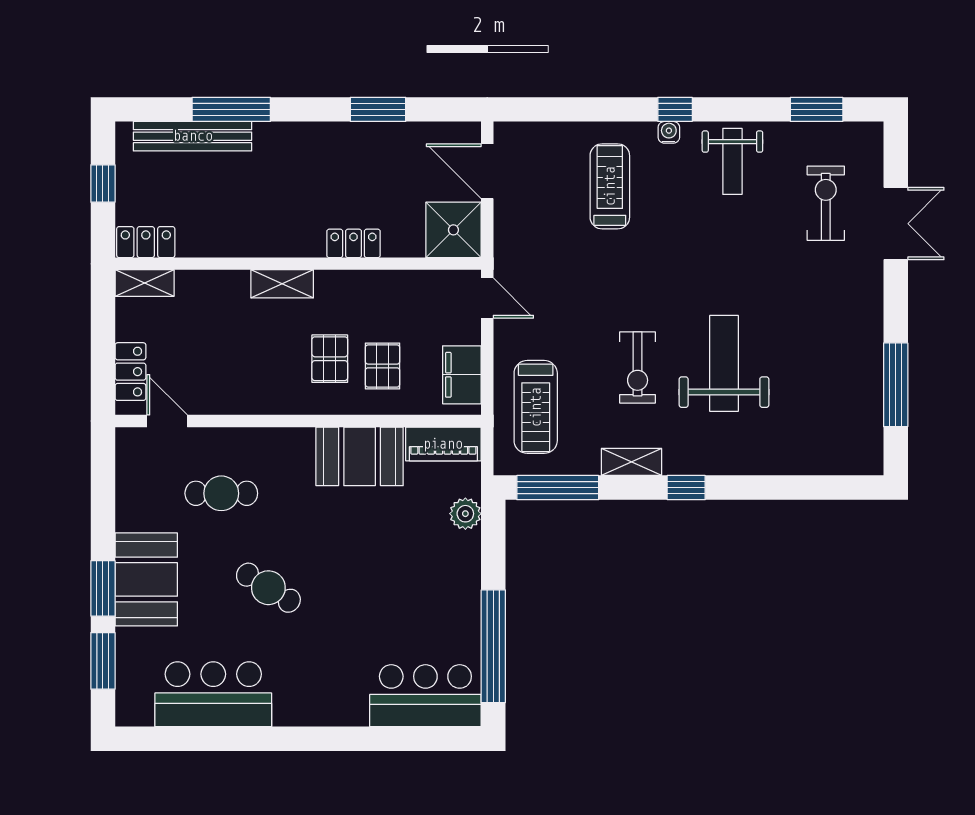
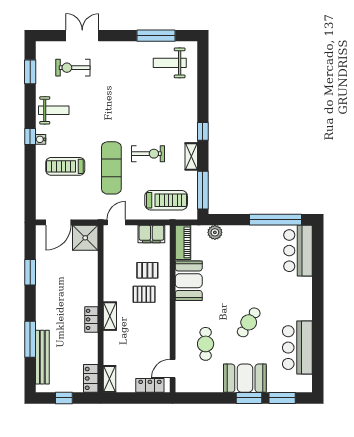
locker: (353, 243) -> (91, 319), moved
exercise mat: (606, 287) -> (111, 168), added
weight bench: (724, 363) -> (170, 63), moved, width x0.73, depth x0.75

